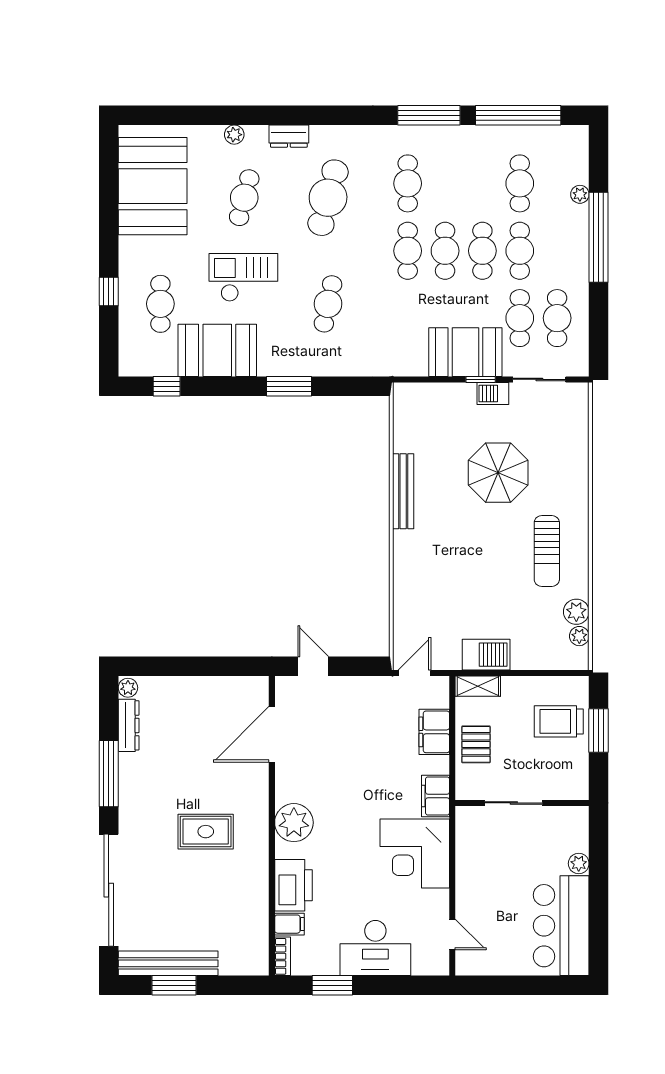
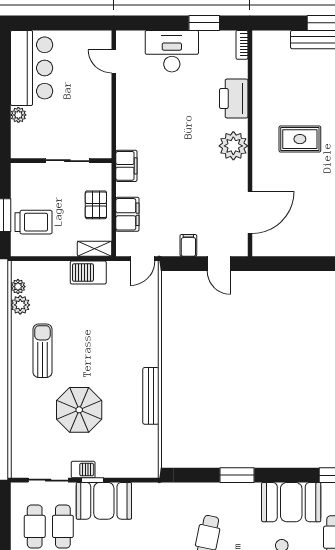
corner desk: (415, 853) -> (142, 122), removed
filing cabinet: (289, 924) -> (188, 245), moved, turned 90

